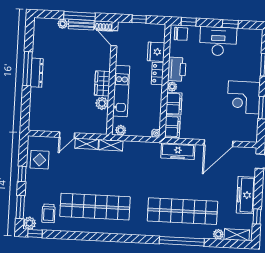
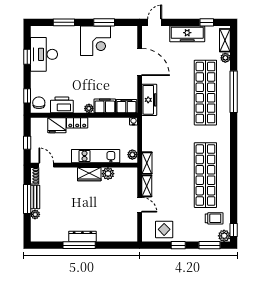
door: (114, 38) -> (46, 165), swing flipped
desk: (218, 41) -> (44, 54), moved
printer: (177, 69) -> (62, 105), moved

